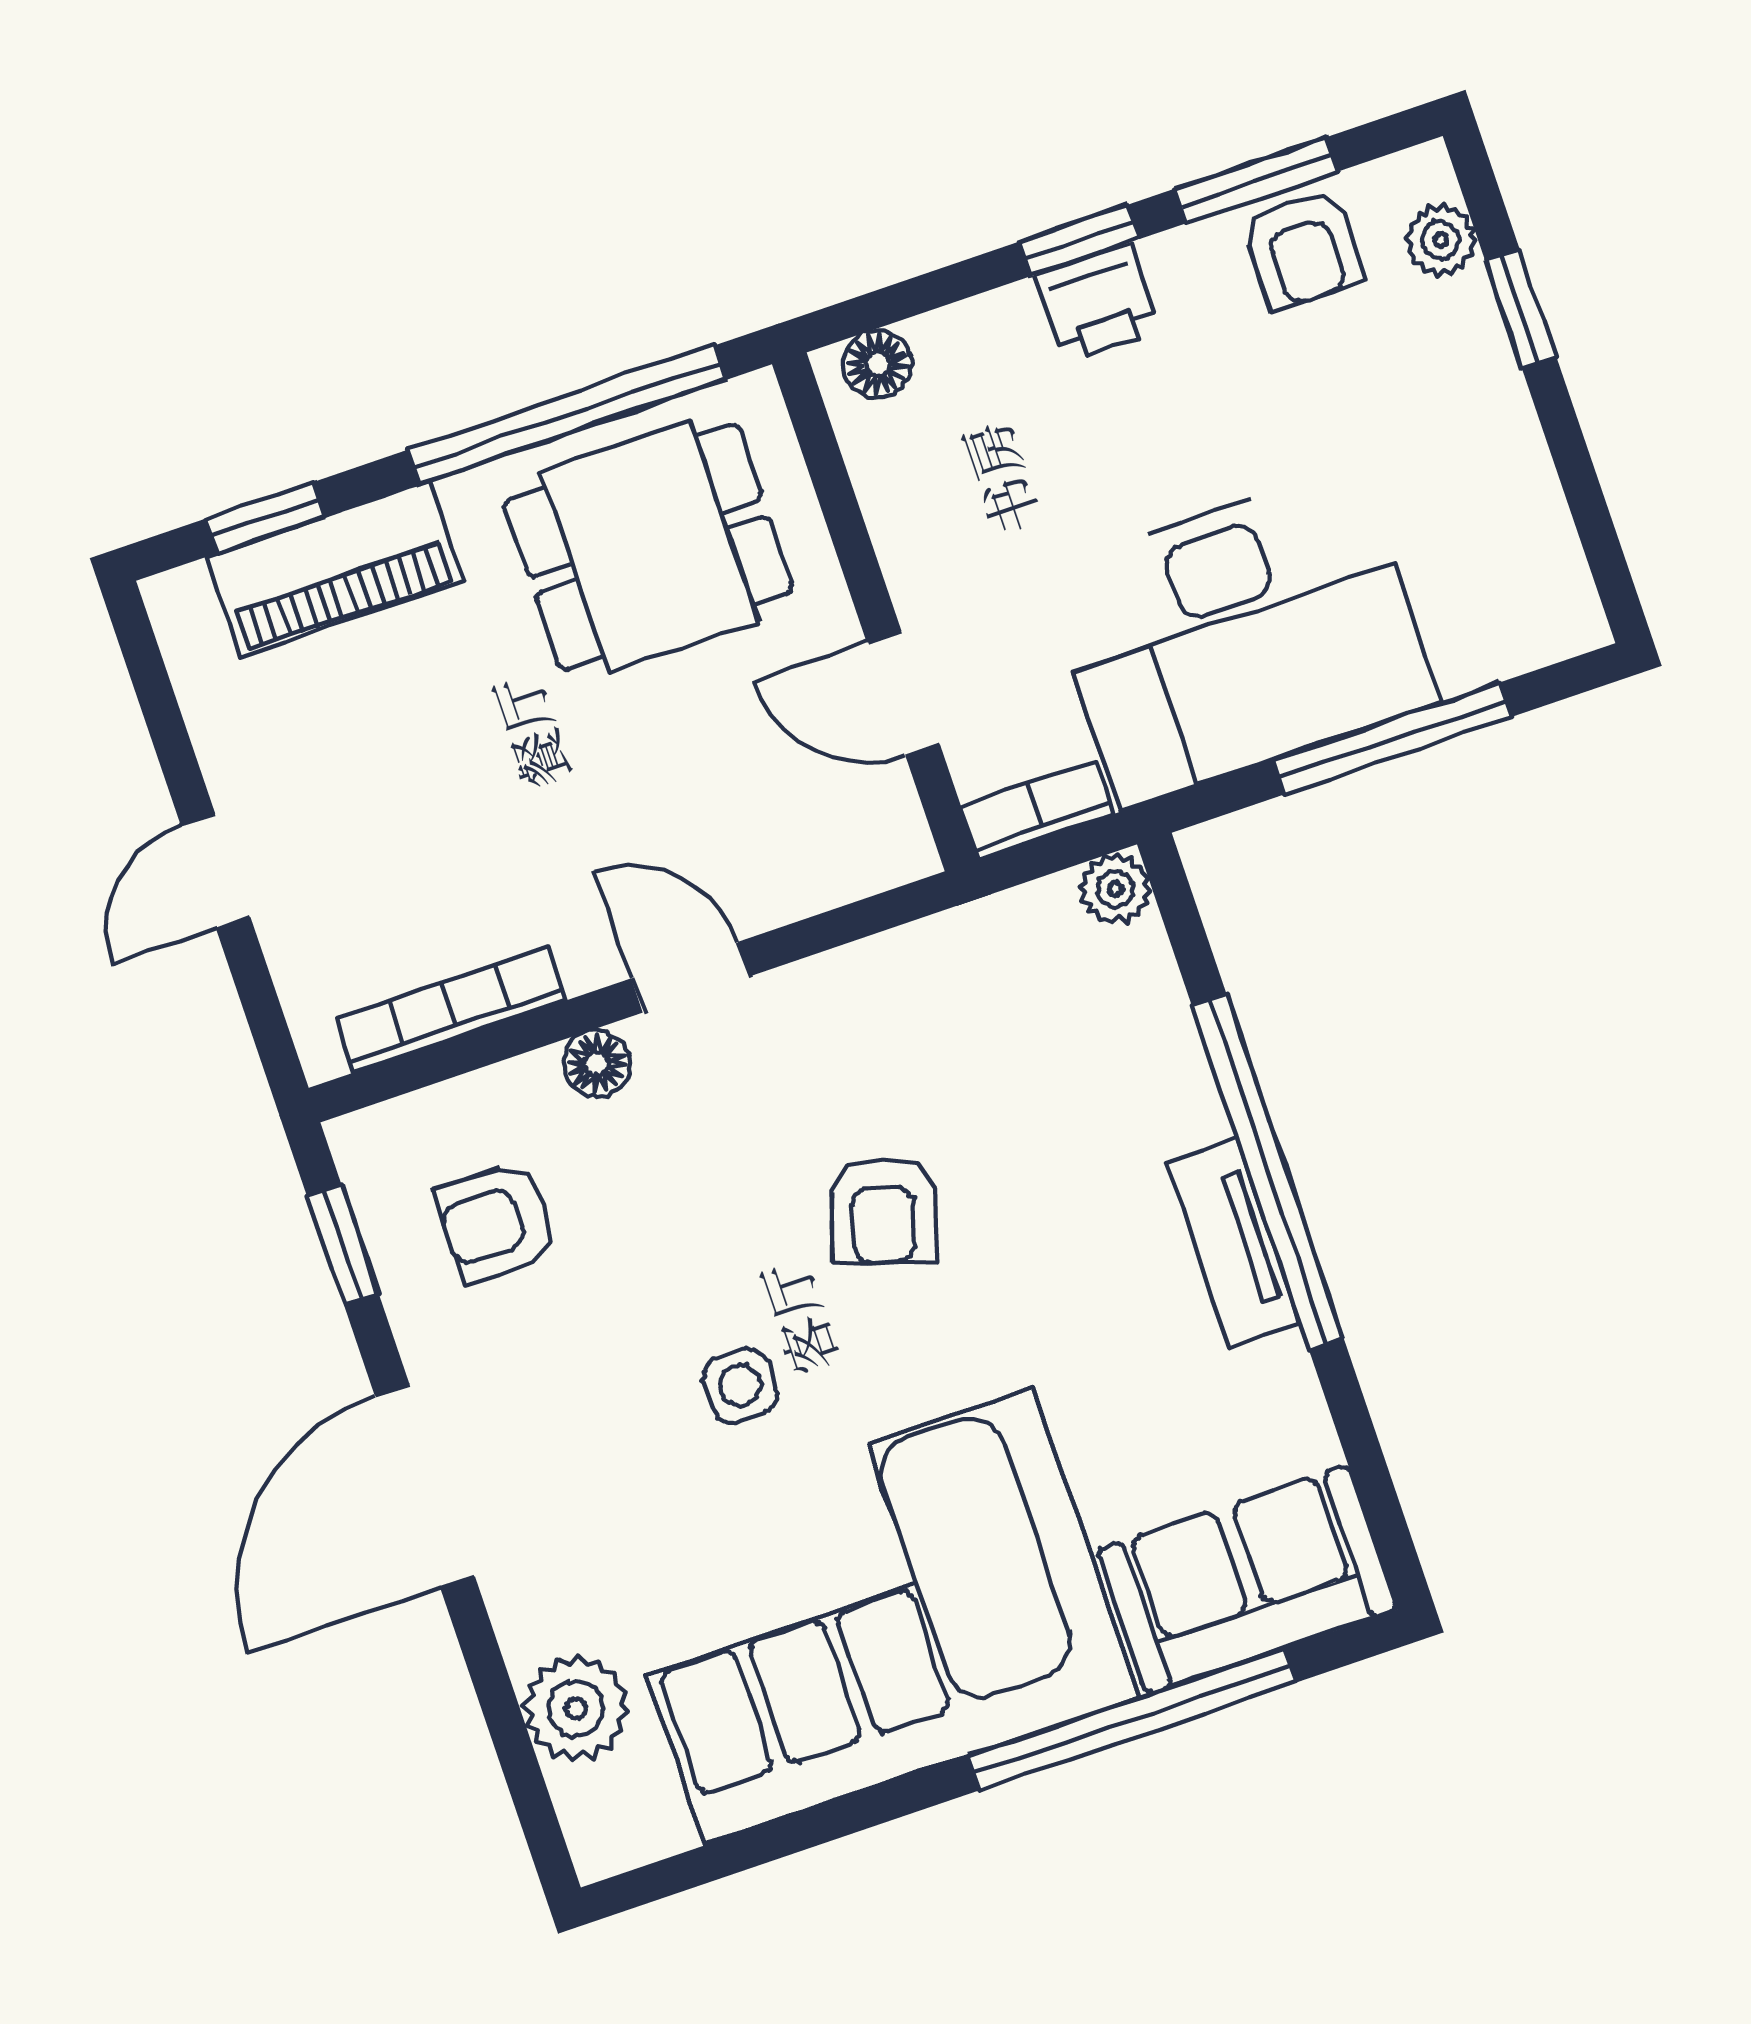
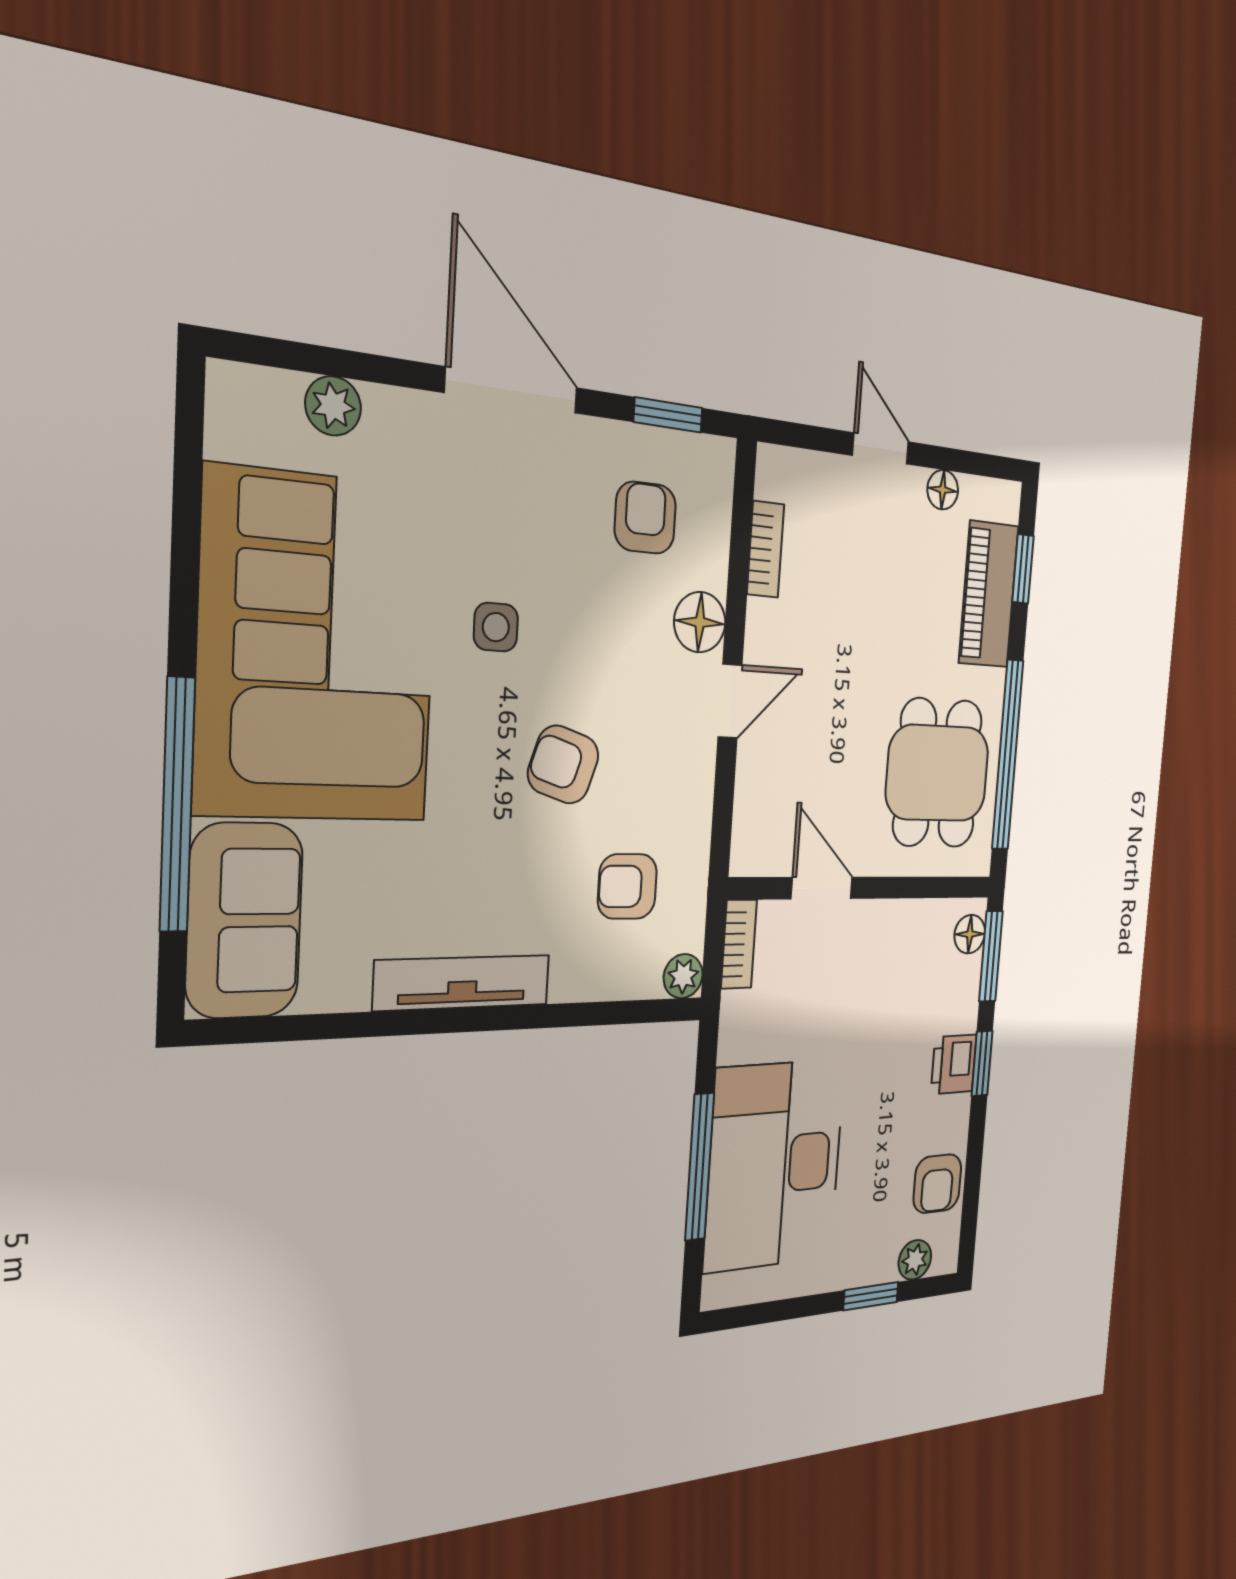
window: (1256, 180) -> (991, 956), moved
armchair: (1303, 248) -> (937, 1184), turned -90
desk: (1240, 636) -> (775, 1165), moved
door: (903, 693) -> (822, 888), hinge flipped
floor lamp: (220, 730) -> (943, 490), added
bookcase: (451, 1009) -> (766, 549), width x0.64
armchair: (1016, 1038) -> (627, 886), added
floor lamp: (597, 1063) -> (700, 622), width x1.37, depth x1.37
window: (1268, 1171) -> (496, 1018), removed
tv unit: (1234, 1243) -> (463, 983), width x1.41
plant: (576, 1708) -> (333, 406), width x0.73, depth x0.73

